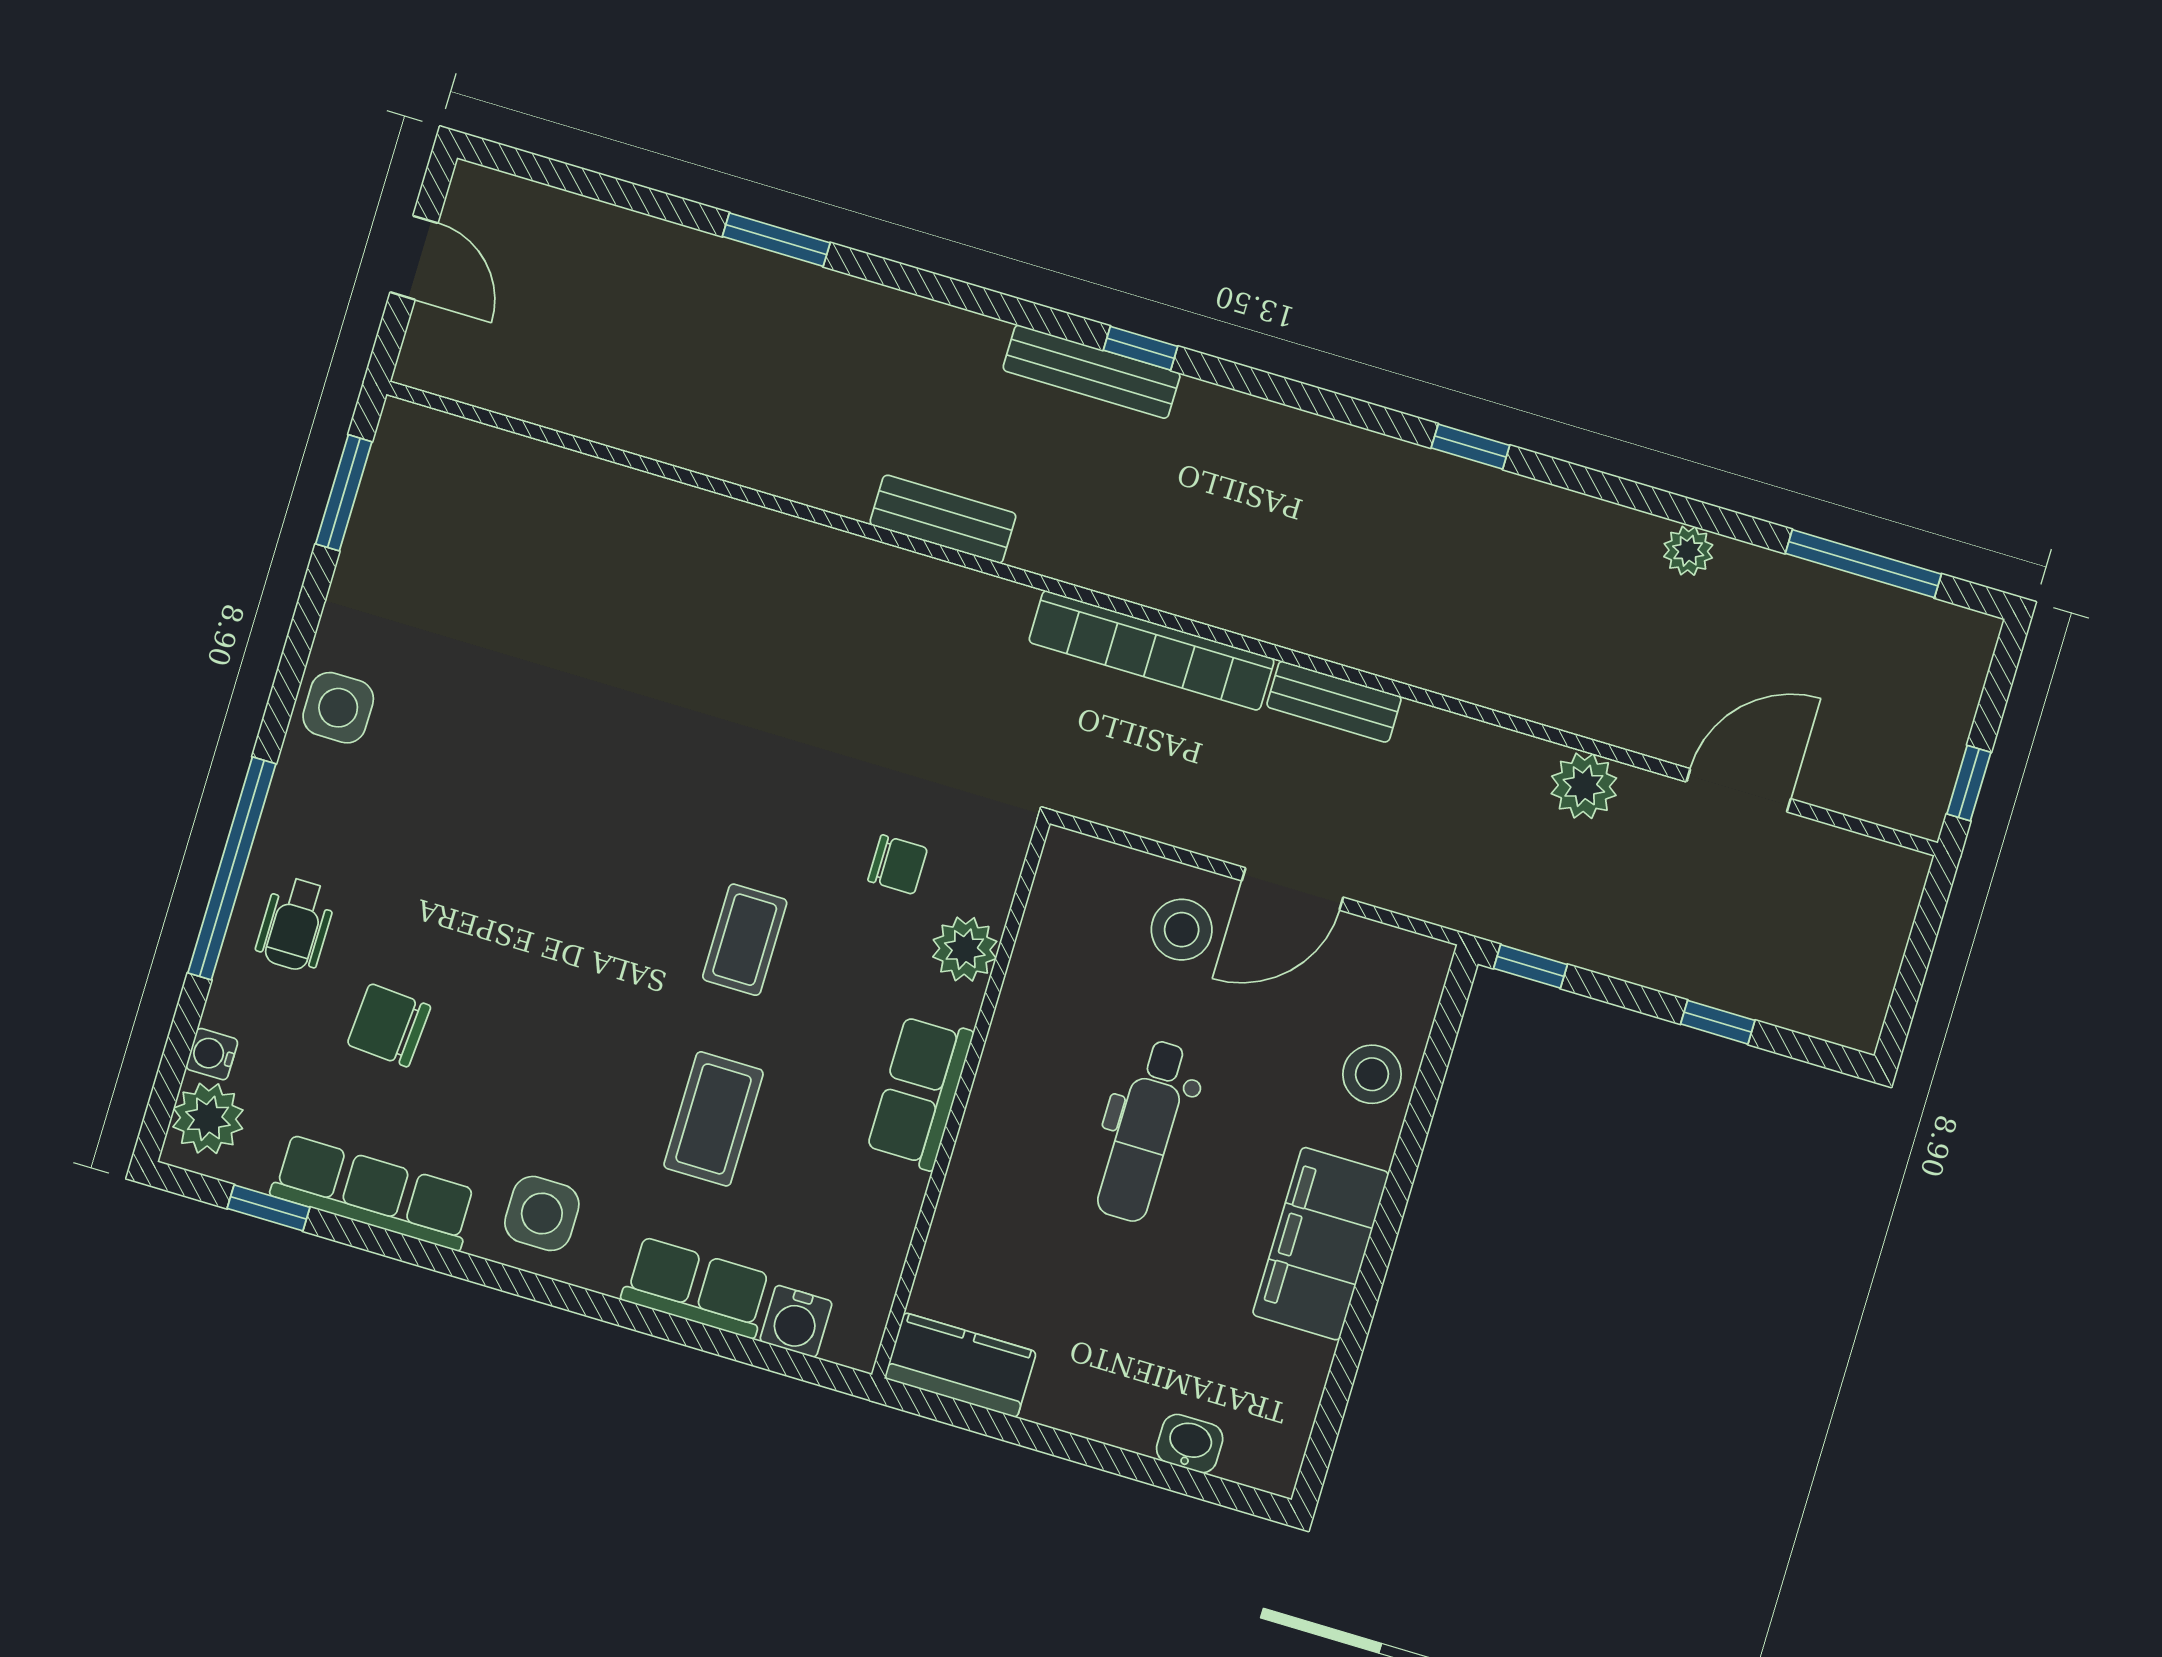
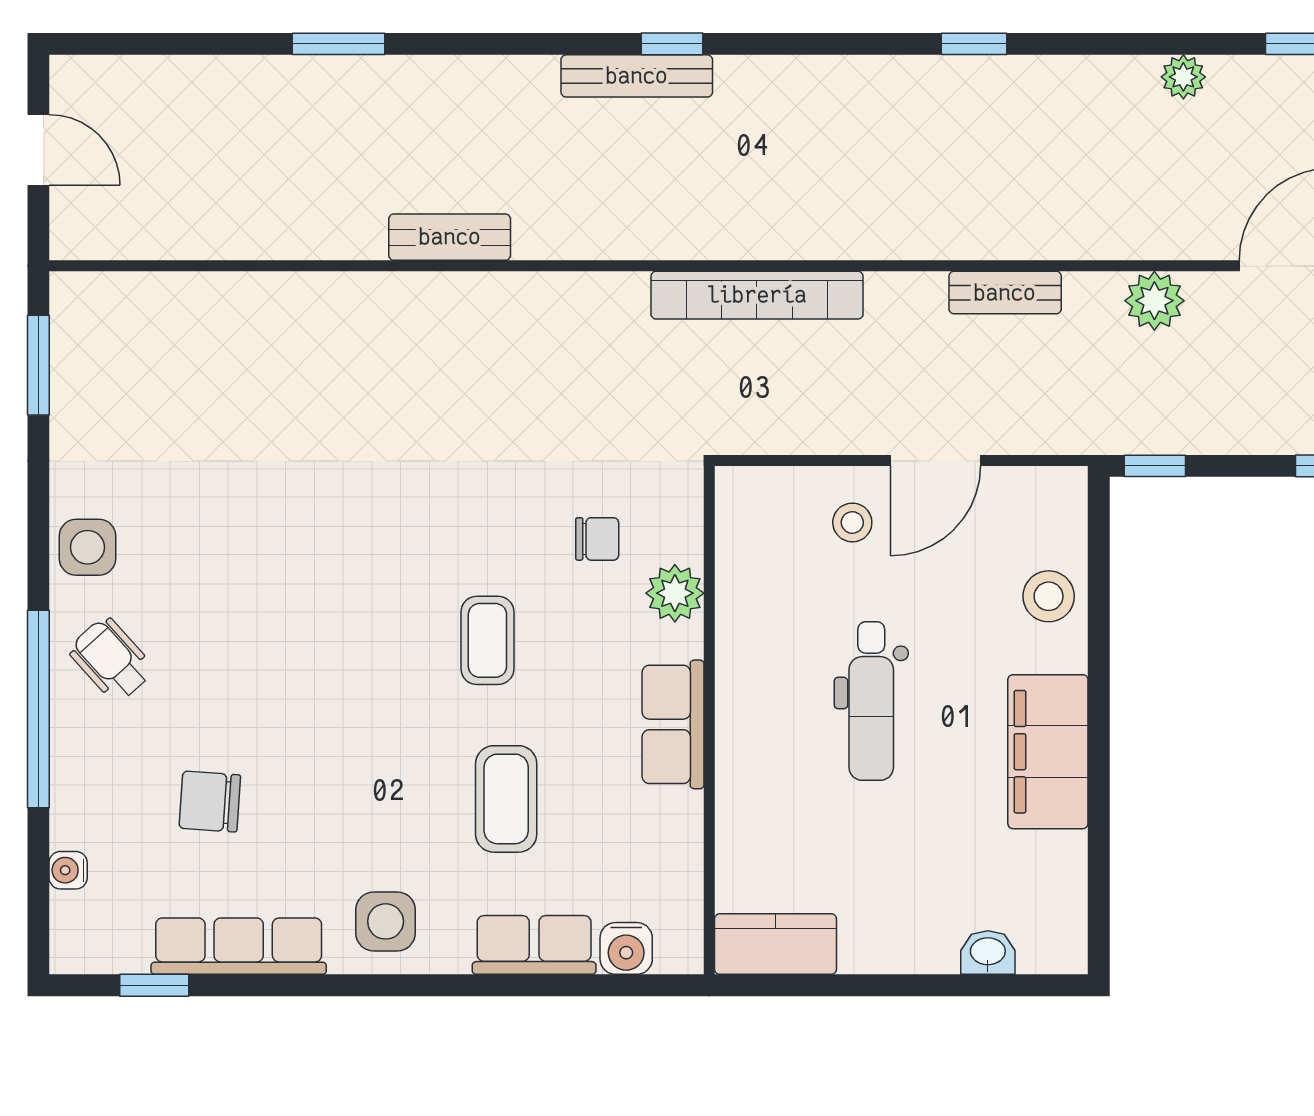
bench: (943, 519) -> (450, 237), moved
bench: (1334, 702) -> (1005, 293), moved
wheelchair: (296, 924) -> (111, 660), moved, turned 138
stool: (1182, 930) -> (852, 522), width x0.73, depth x0.73
plant: (208, 1118) -> (81, 925), removed

